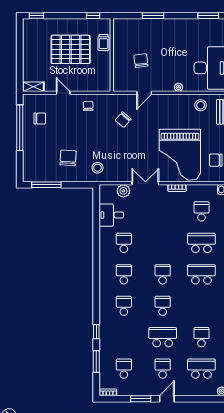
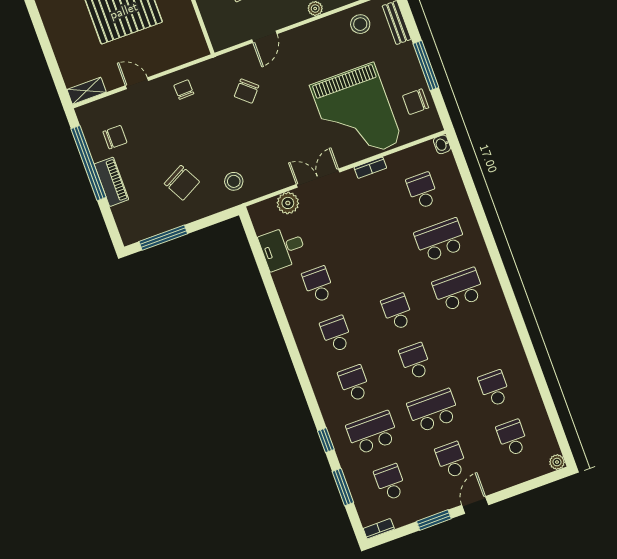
piano: (29, 143) -> (111, 182), added
chair: (68, 158) -> (182, 183), turned 148
school desk: (124, 337) -> (372, 433), added
school desk: (201, 369) -> (512, 438), width x0.54

